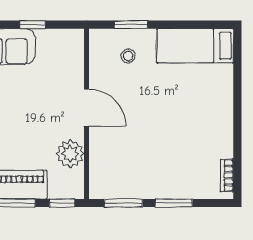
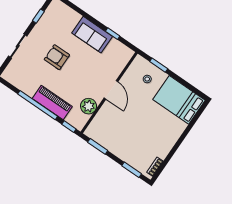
bed: (195, 46) -> (179, 100), width x1.50
window: (174, 203) -> (132, 170), moved

